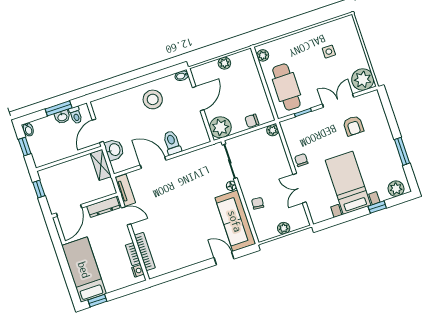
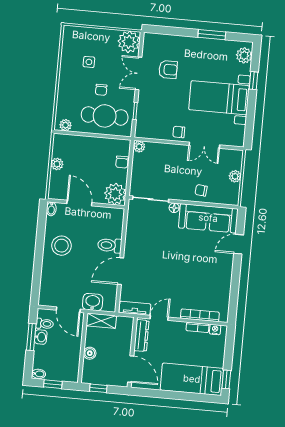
chair: (309, 74) -> (101, 90), added
boiler: (67, 167) -> (90, 353), added

